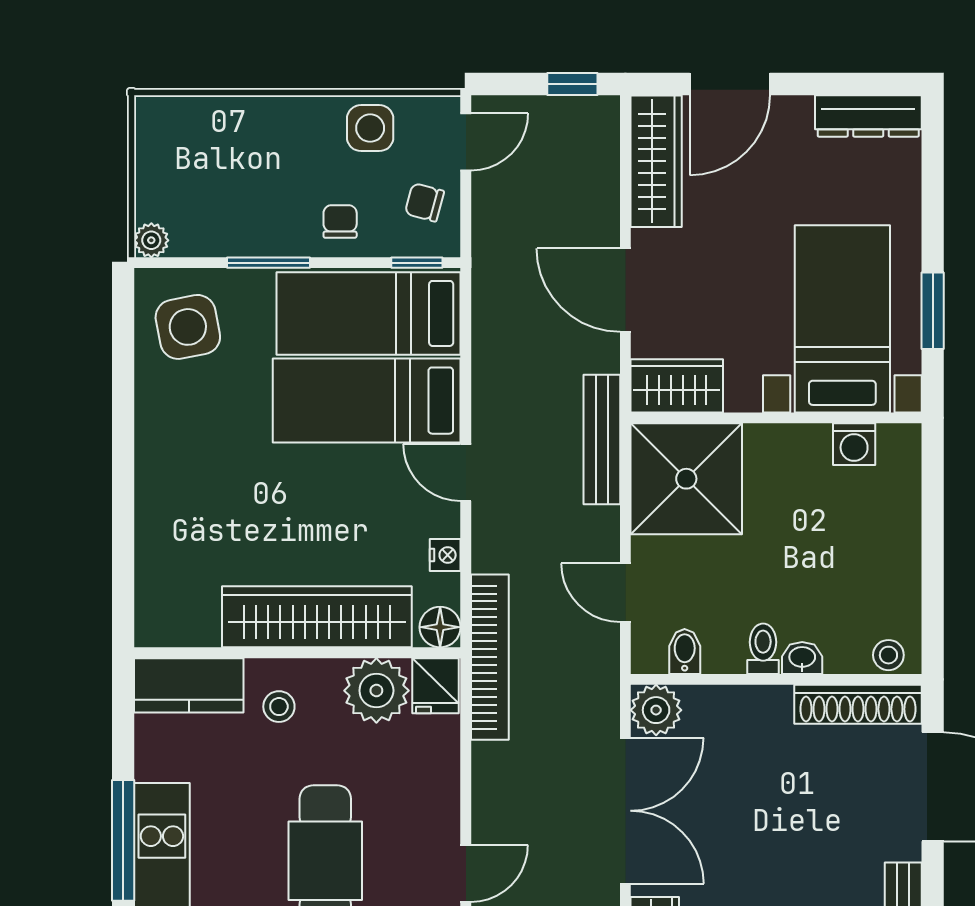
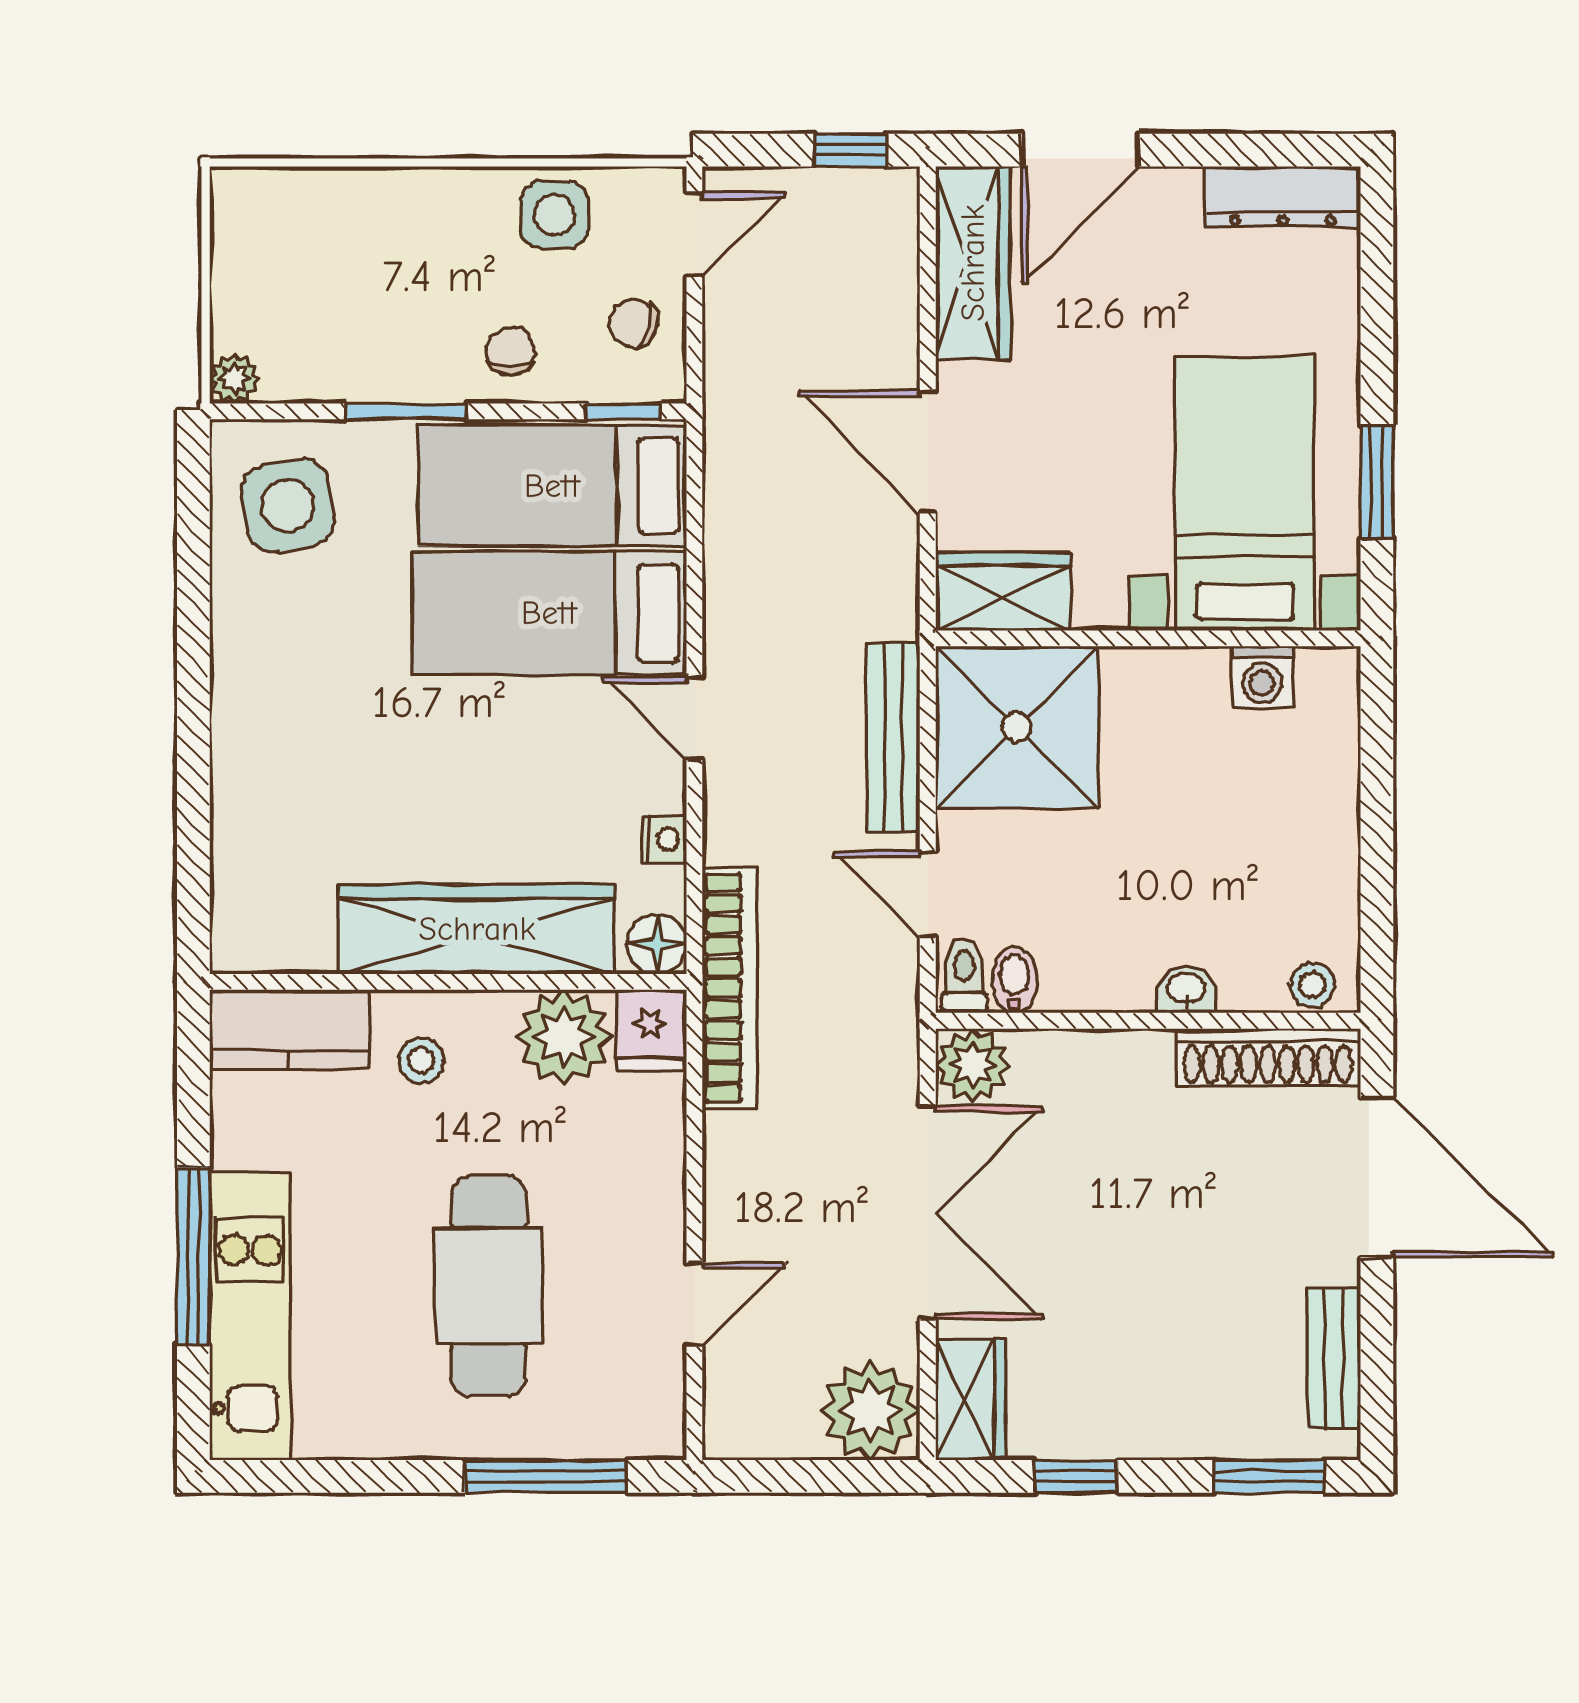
bench: (602, 439) -> (893, 737), moved
toilet: (763, 649) -> (964, 976), moved

